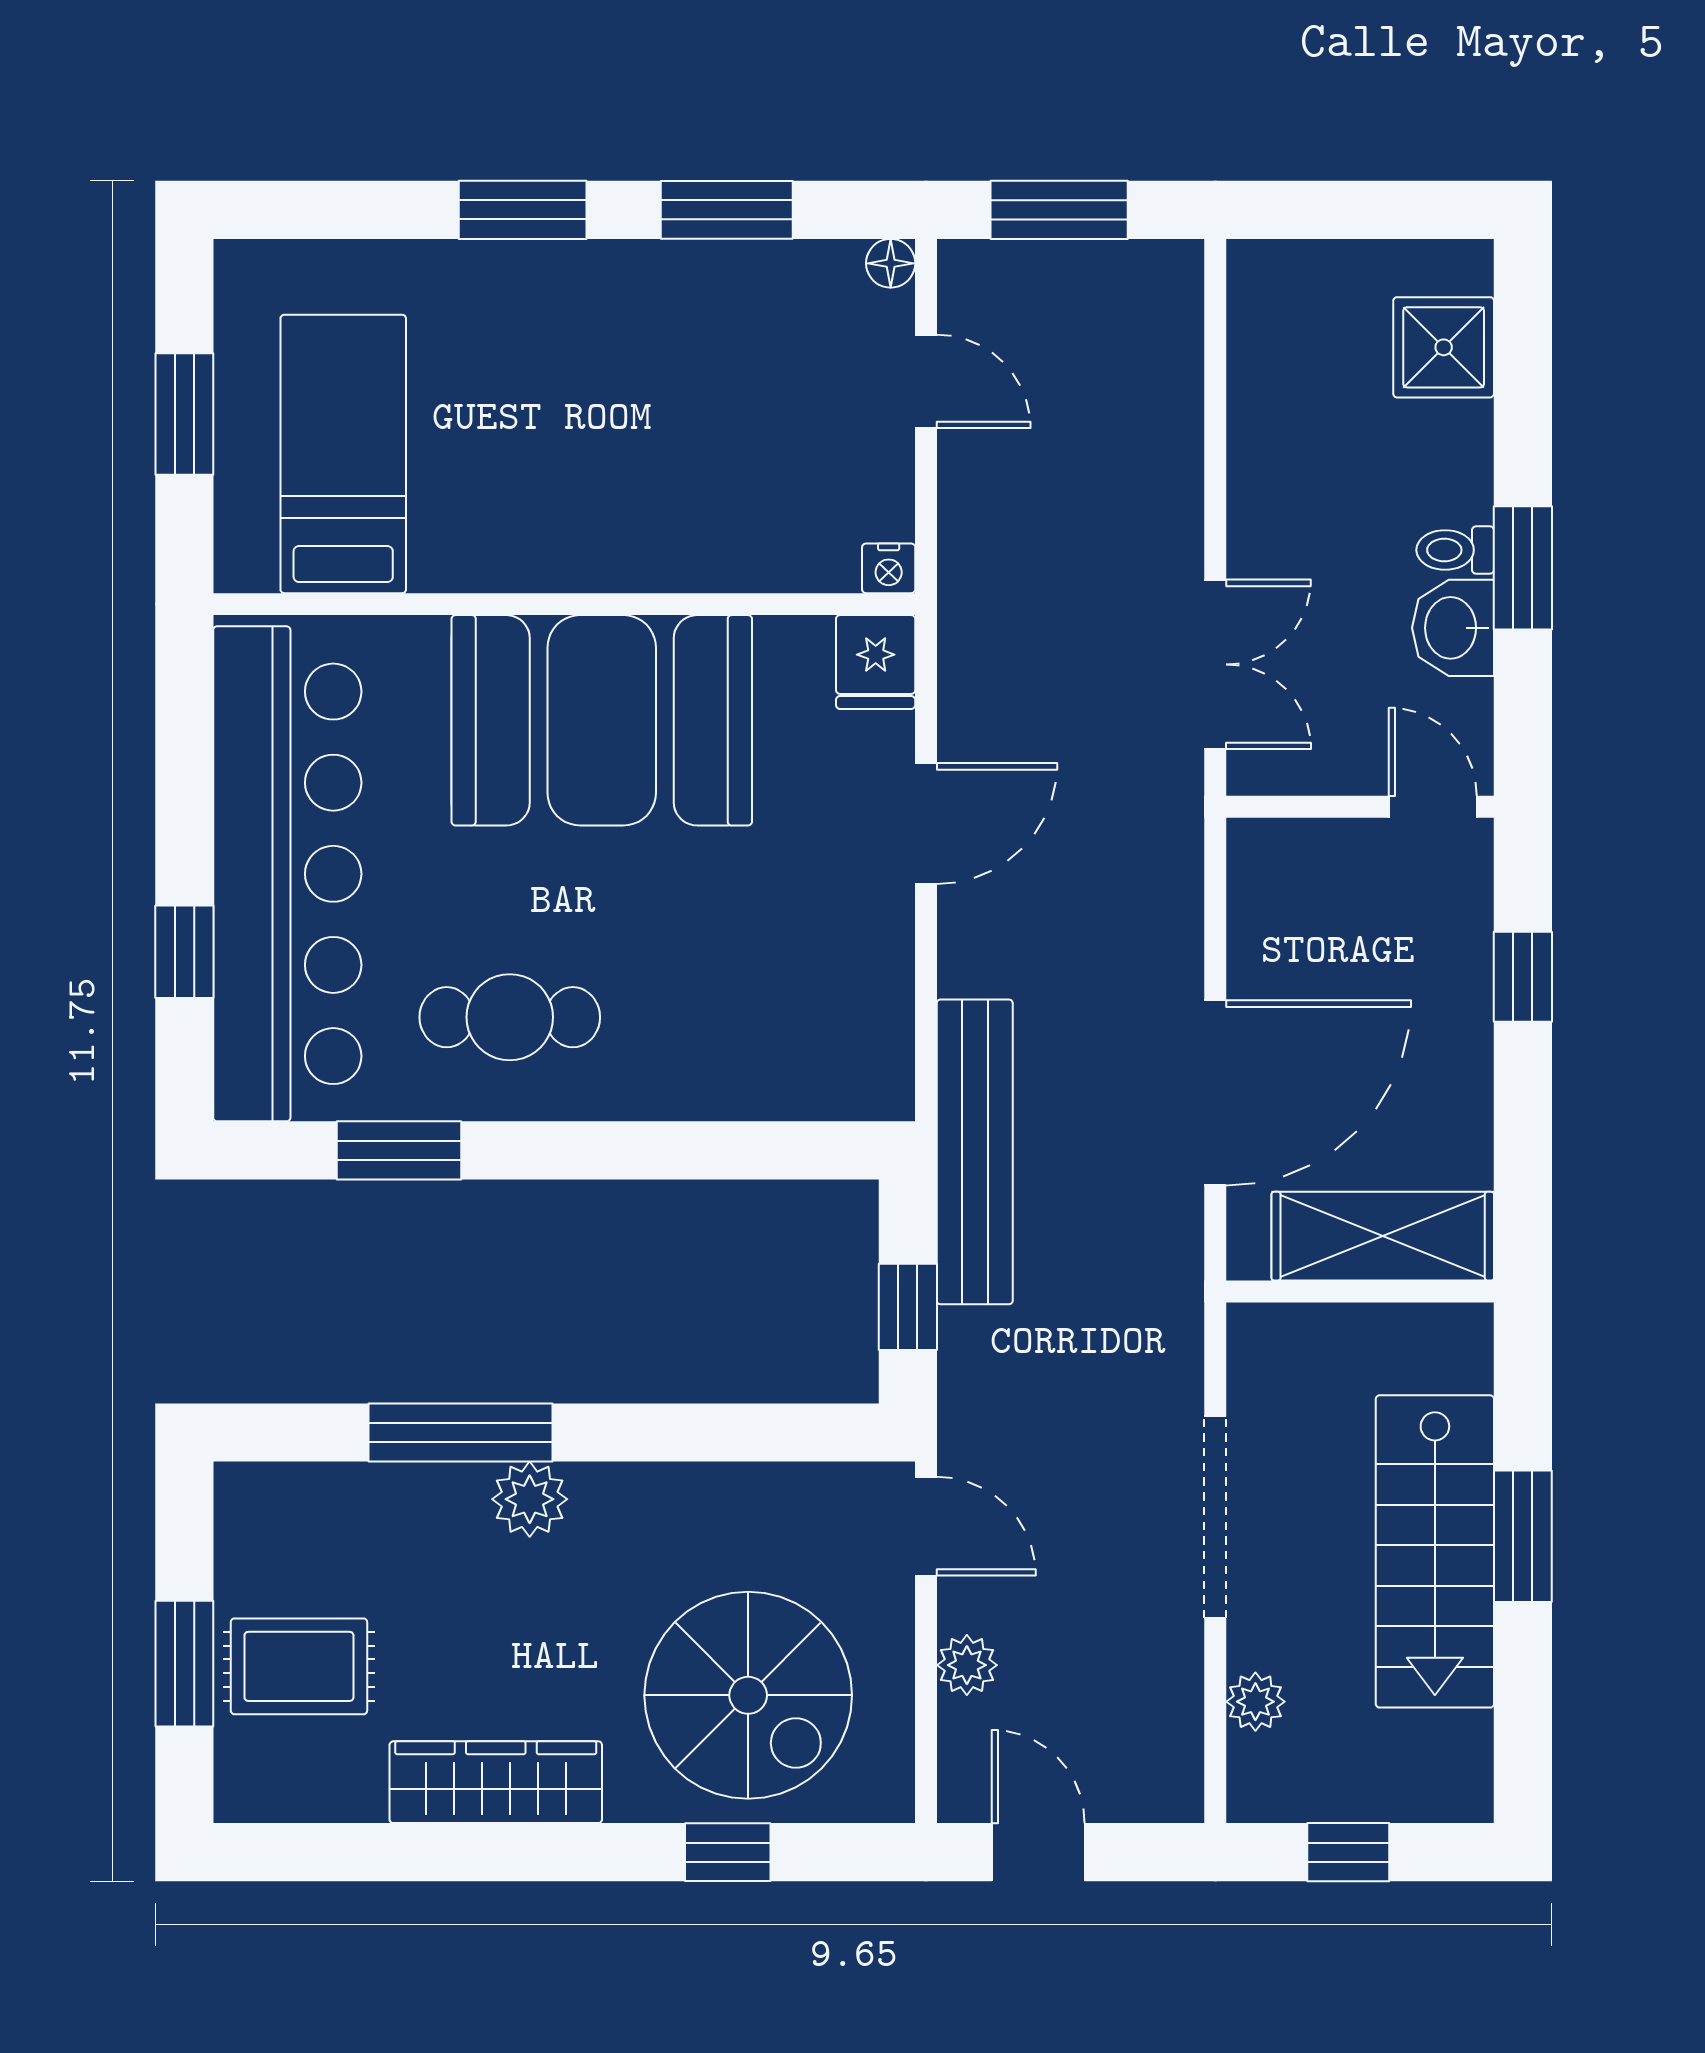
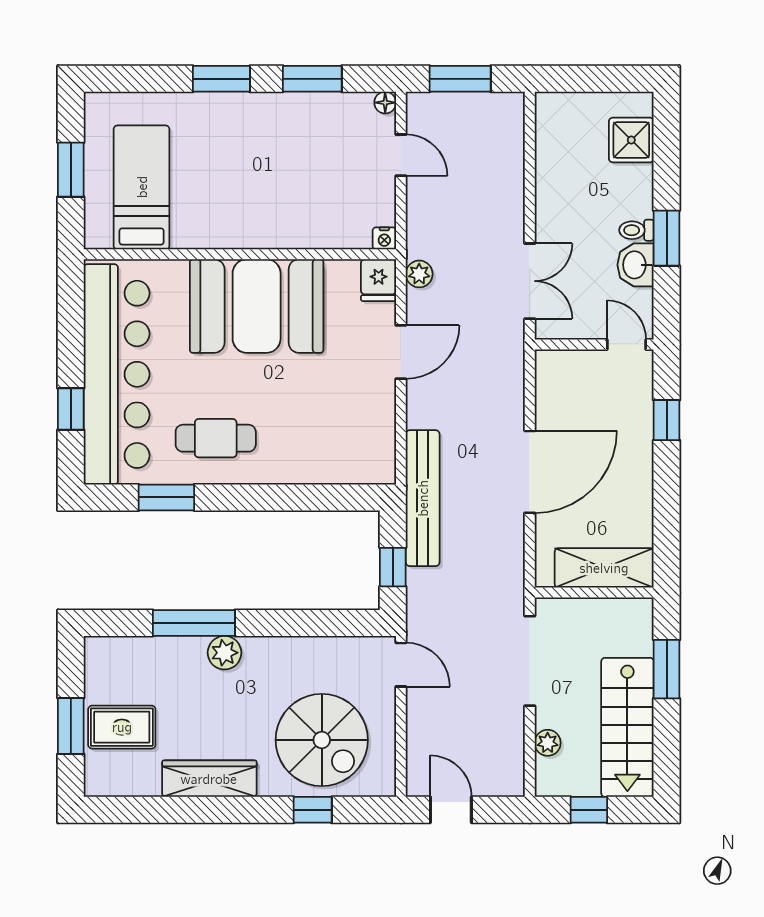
shelving: (1383, 1236) -> (604, 568), moved
wall: (1360, 1291) -> (594, 592), moved
stairs: (1435, 1551) -> (627, 727), moved
plant: (967, 1665) -> (419, 274), moved

